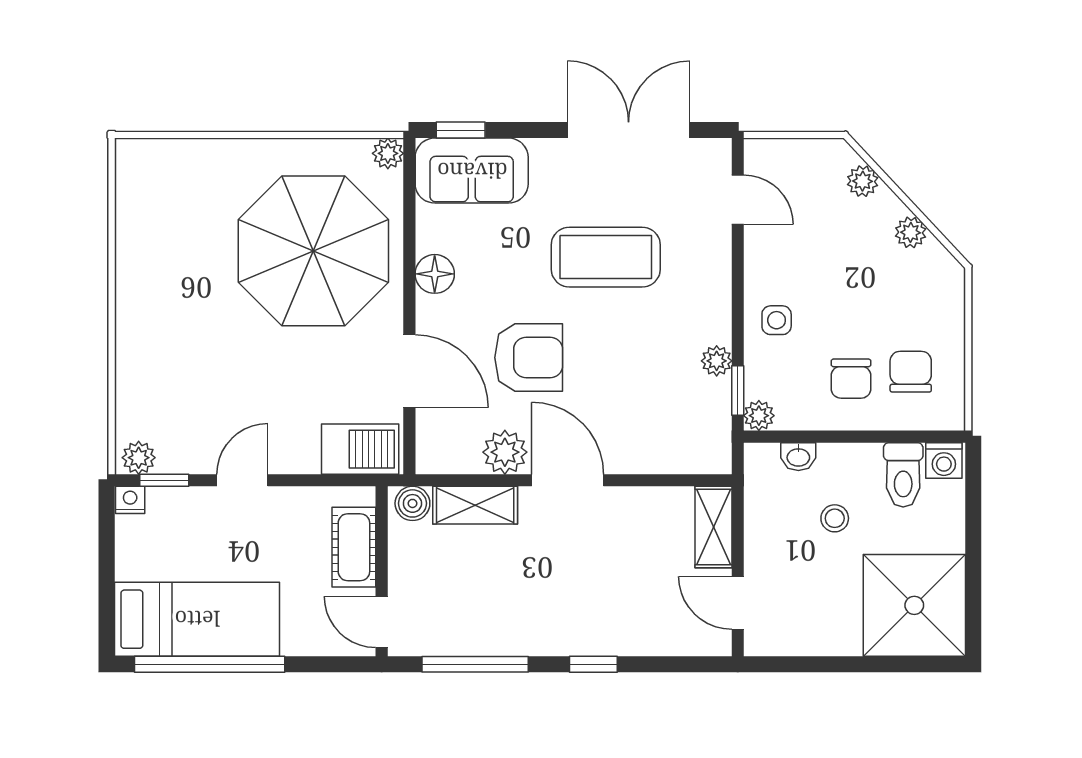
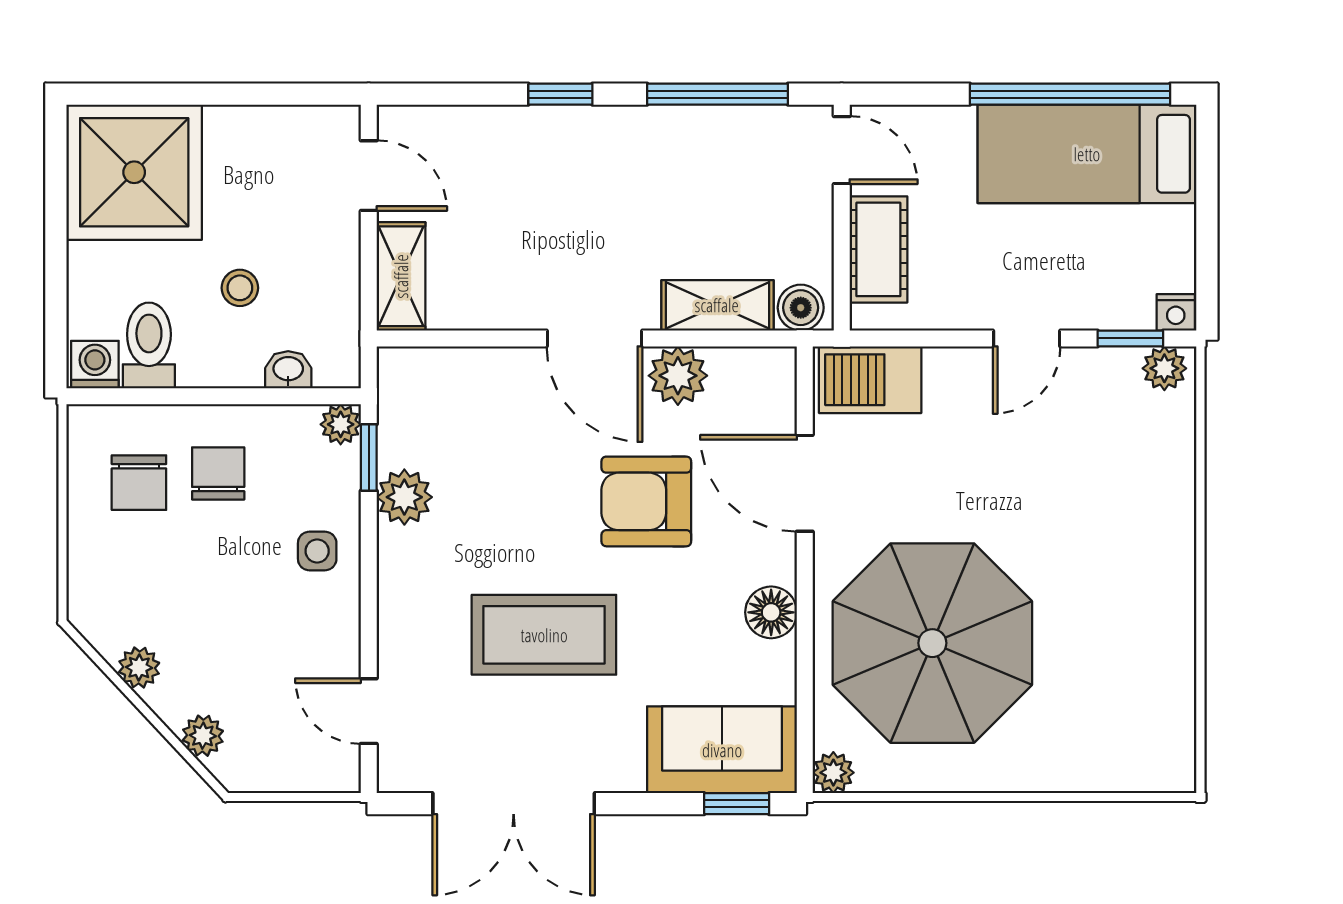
plant: (717, 361) -> (404, 497), width x1.38, depth x1.38

